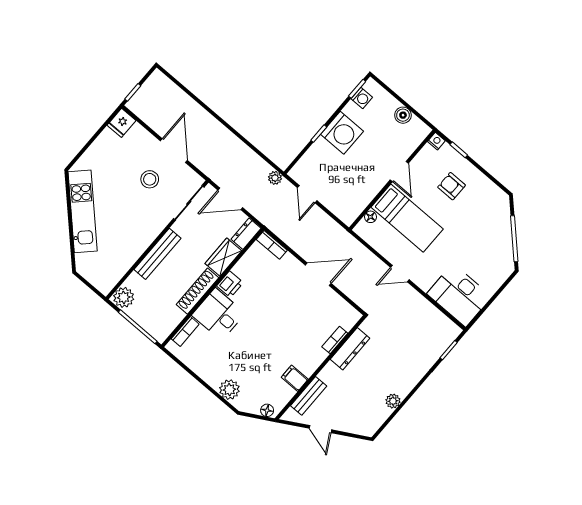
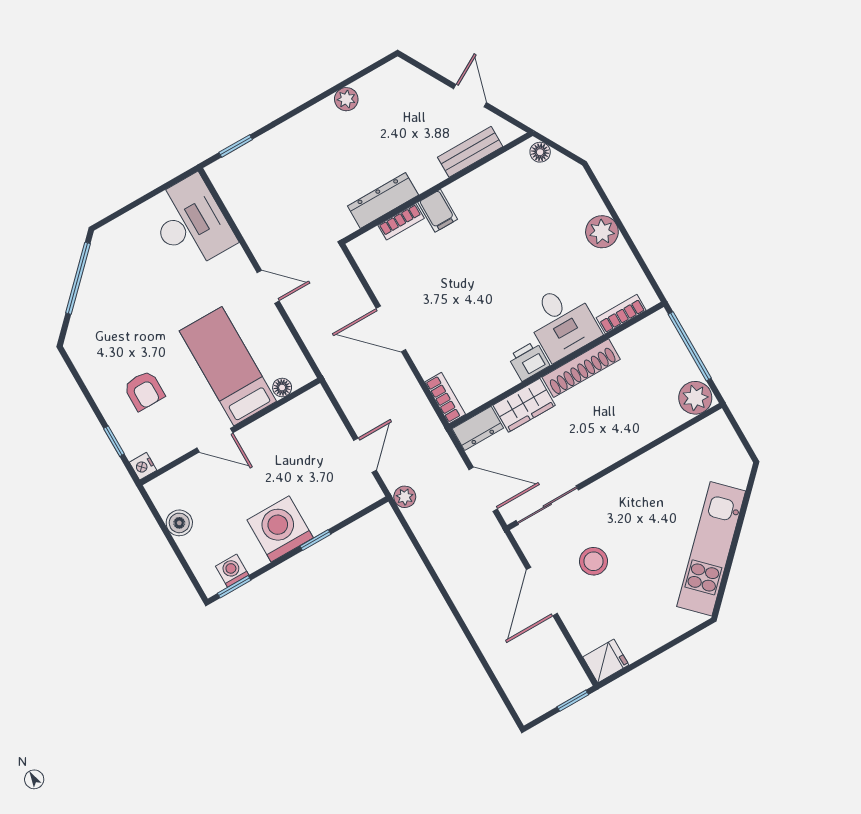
door: (399, 171) -> (215, 440), swing flipped
bench: (157, 254) -> (622, 445), removed
filing cabinet: (295, 378) -> (438, 211), moved
plant: (229, 390) -> (602, 232), moved

